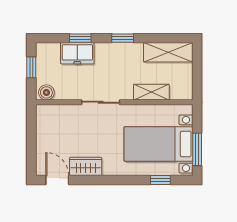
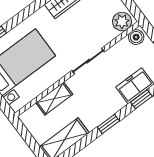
plant: (48, 114) -> (122, 22), added

